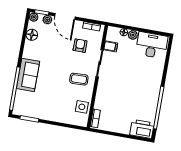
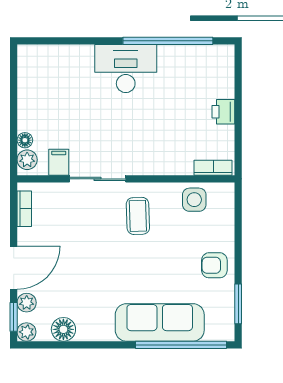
plant: (133, 35) -> (27, 160), moved
desk: (152, 45) -> (126, 68), moved, turned 90
armchair: (80, 46) -> (214, 265), moved
sofa: (28, 75) -> (160, 322), width x1.36
printer: (142, 129) -> (223, 112), moved, width x0.53, depth x0.68

